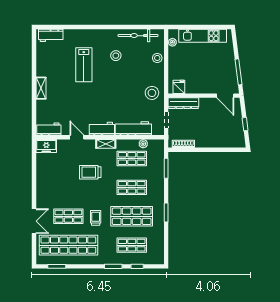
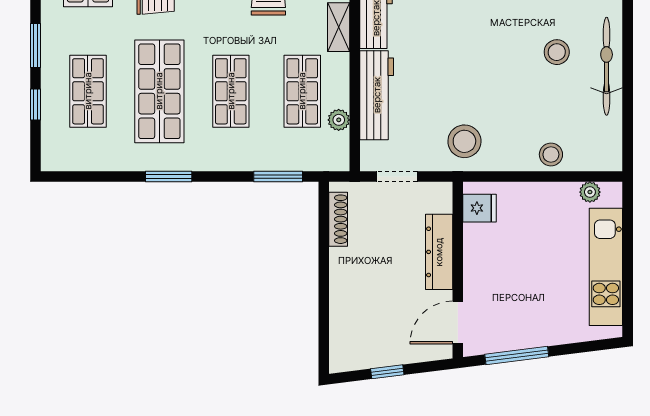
bicycle: (138, 36) -> (607, 66), moved
dresser: (183, 103) -> (439, 252), moved

